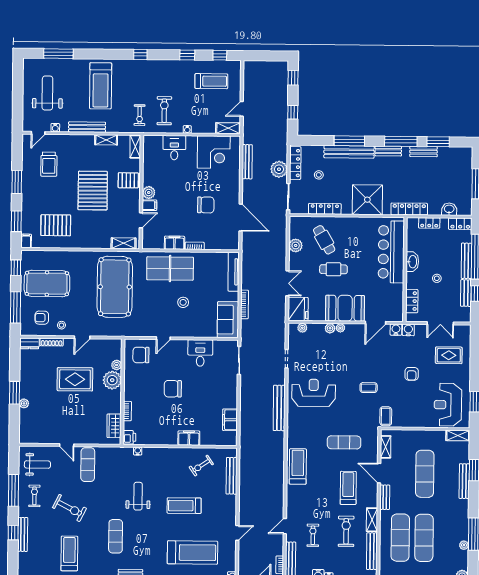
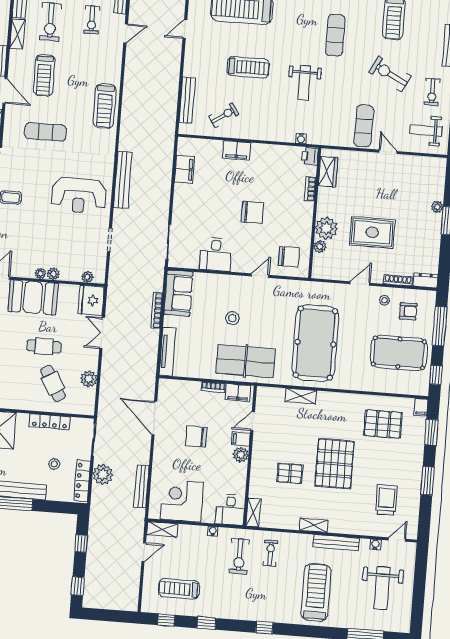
shelving: (135, 147) -> (253, 512), moved
wall: (141, 192) -> (250, 456), moved
plant: (149, 193) -> (241, 455), moved
filing cabinet: (149, 205) -> (241, 439), moved
door: (141, 220) -> (253, 421), moved

